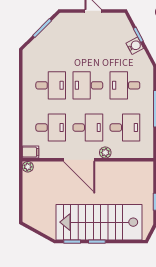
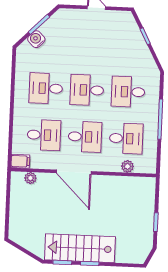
water cooler: (135, 46) -> (36, 39), moved, turned -107
desk: (51, 85) -> (46, 88), turned 180
plant: (105, 153) -> (127, 166), moved
plant: (28, 167) -> (30, 178), moved
stairs: (99, 222) -> (80, 248), width x0.73, depth x0.66

